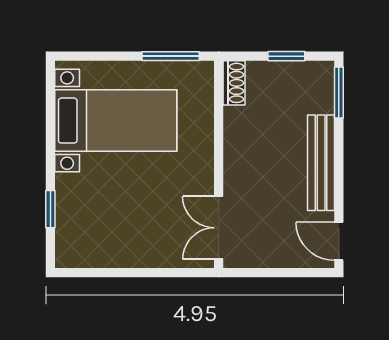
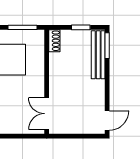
bench: (321, 163) -> (98, 55), moved
door: (339, 241) -> (107, 120), swing flipped

